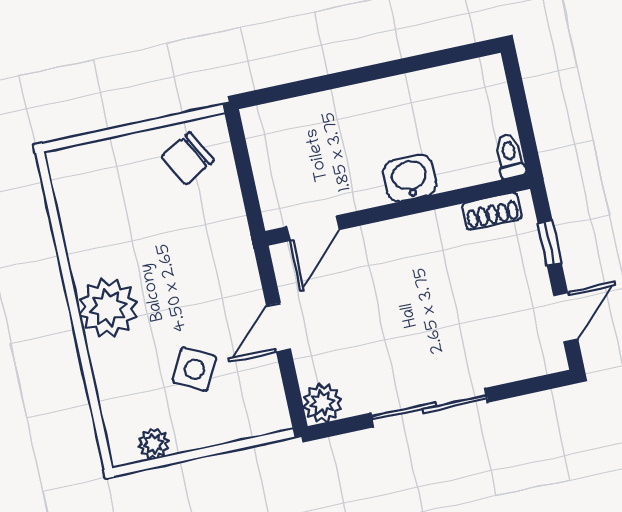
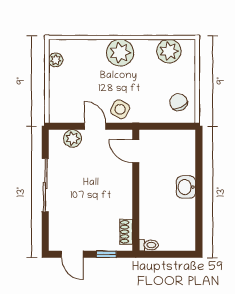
washbasin: (410, 178) -> (186, 187), moved, turned 180
plant: (82, 203) -> (169, 51), added
side table: (194, 369) -> (120, 109), moved
plant: (323, 403) -> (73, 139), moved

